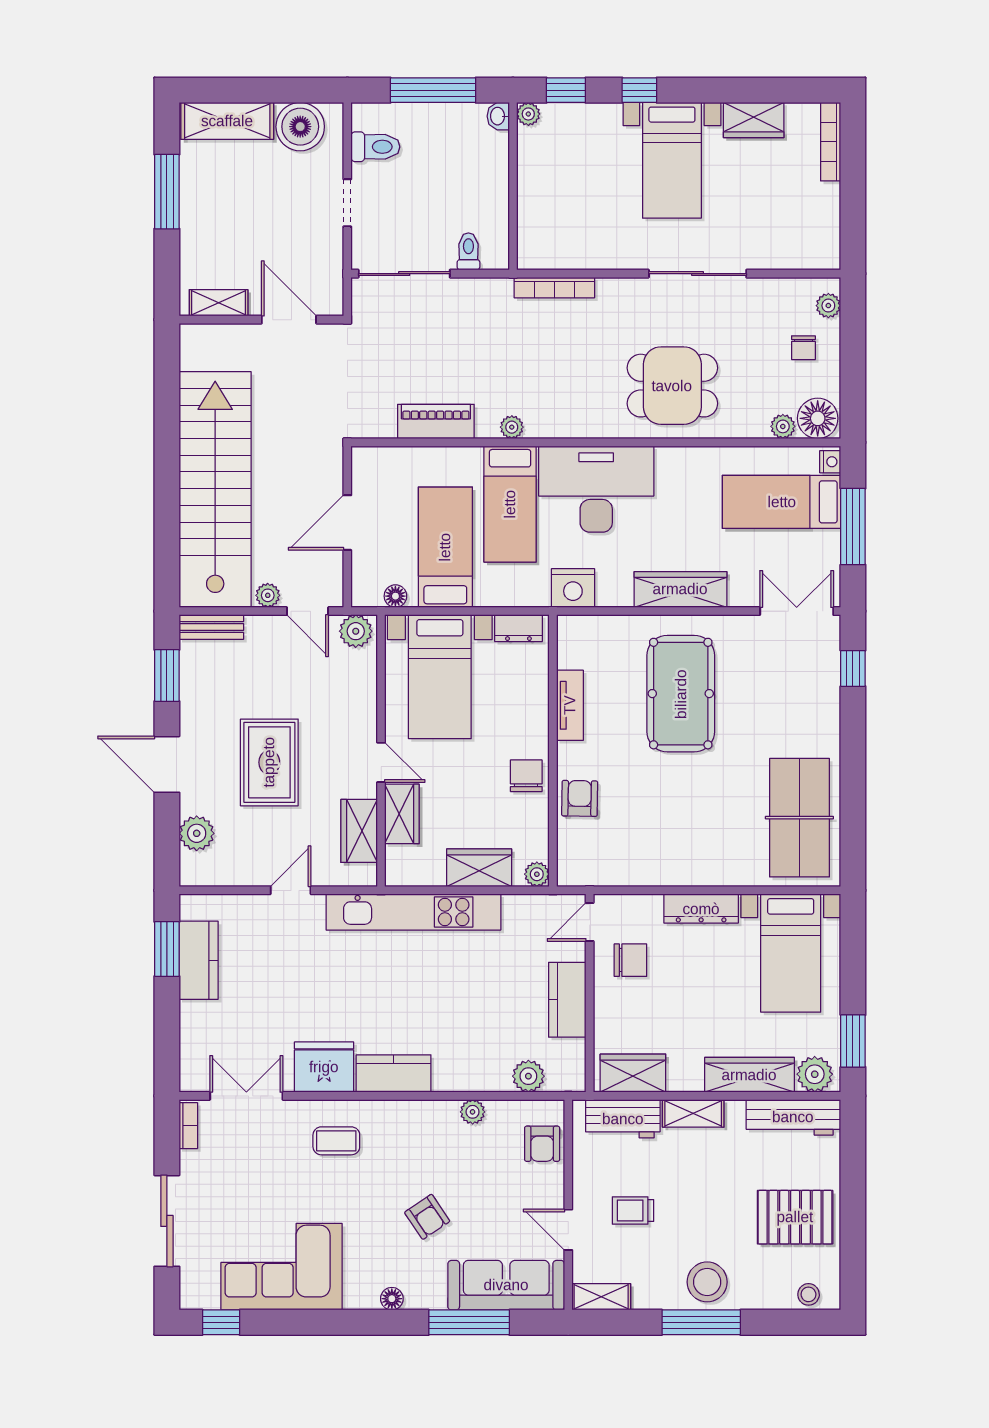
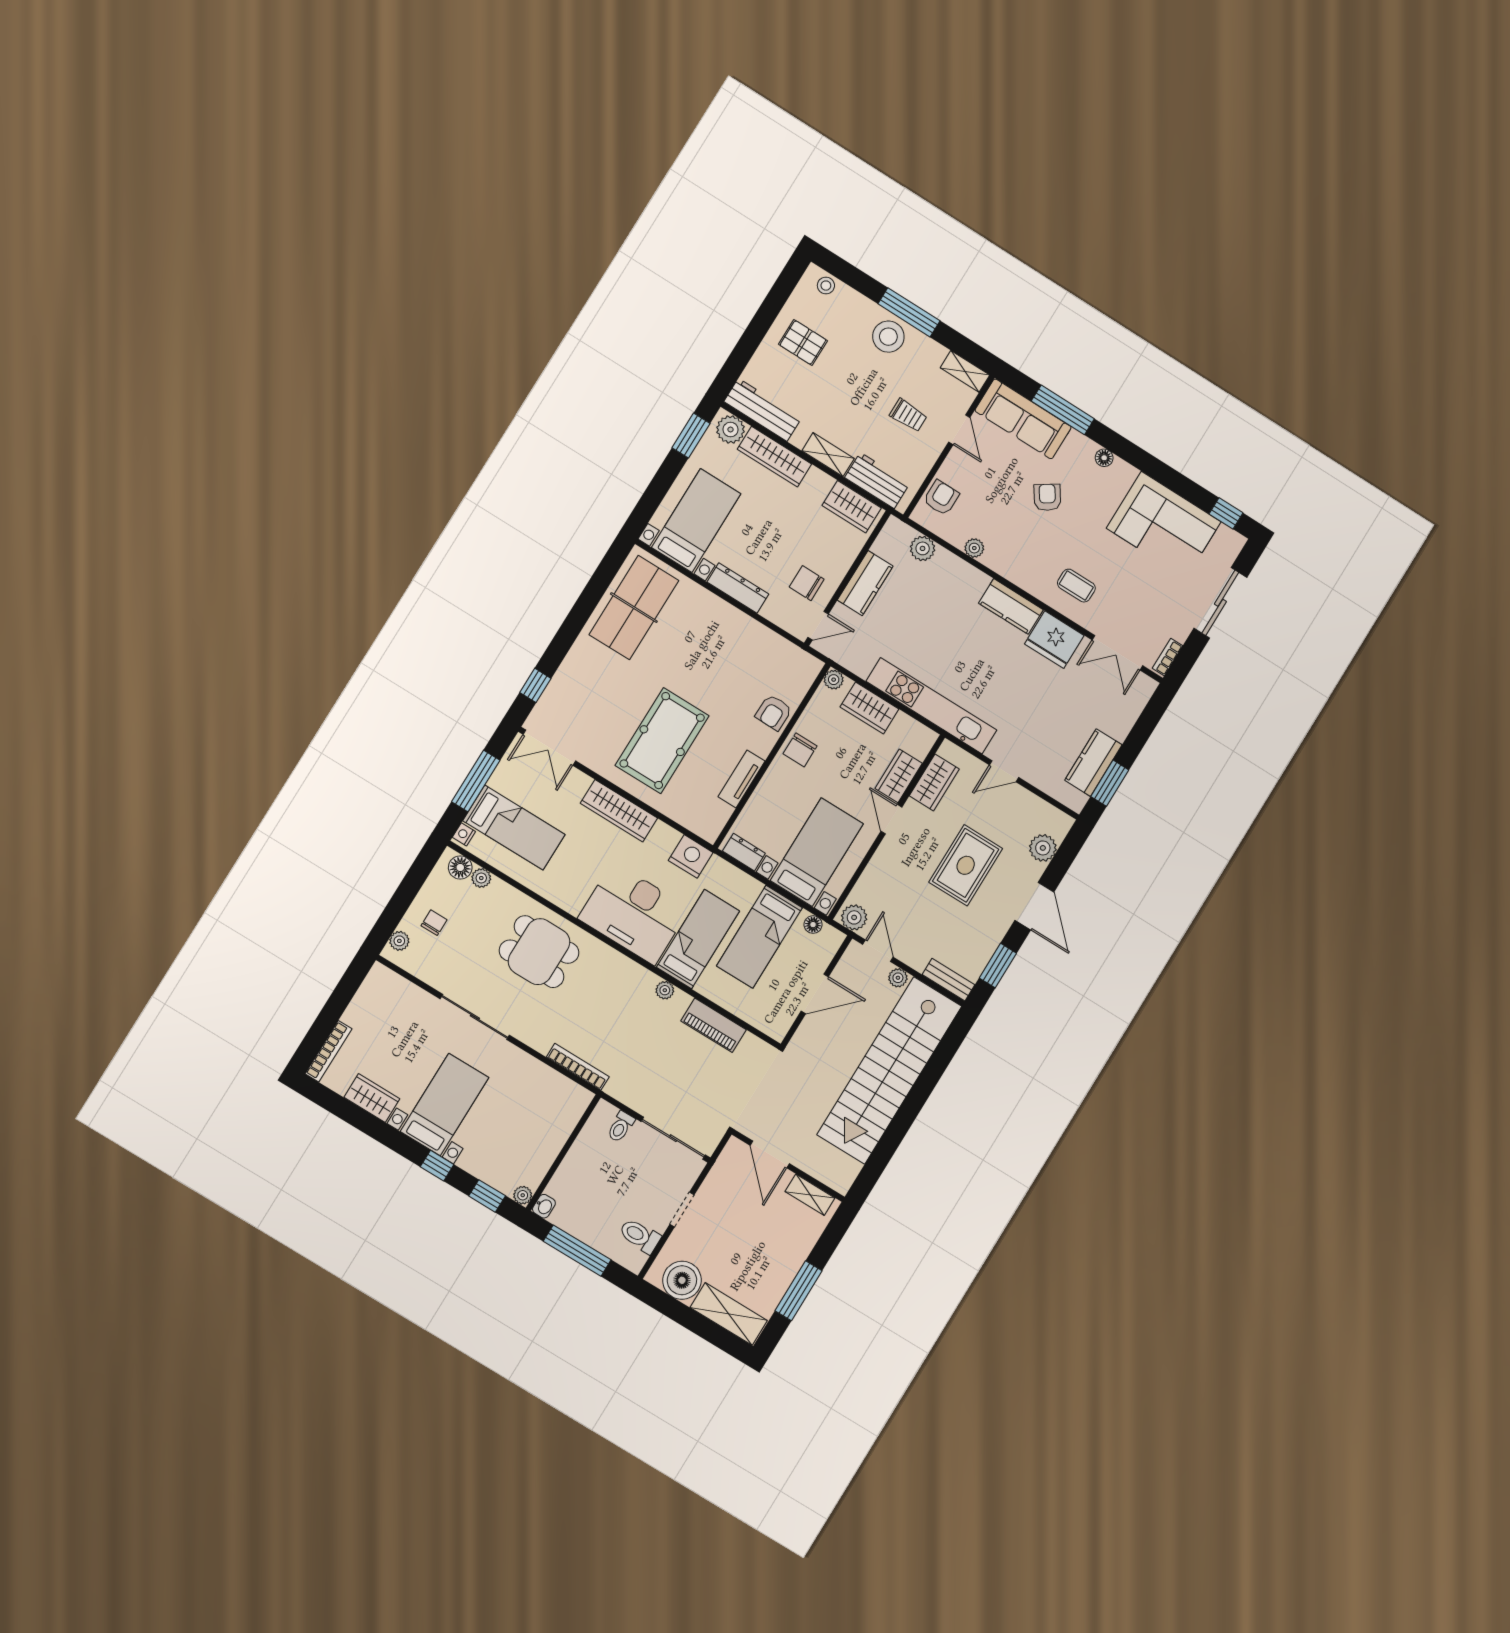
floor lamp: (818, 418) -> (460, 867), width x0.73, depth x0.73
pallet: (795, 1217) -> (803, 342), width x0.67, depth x0.71

